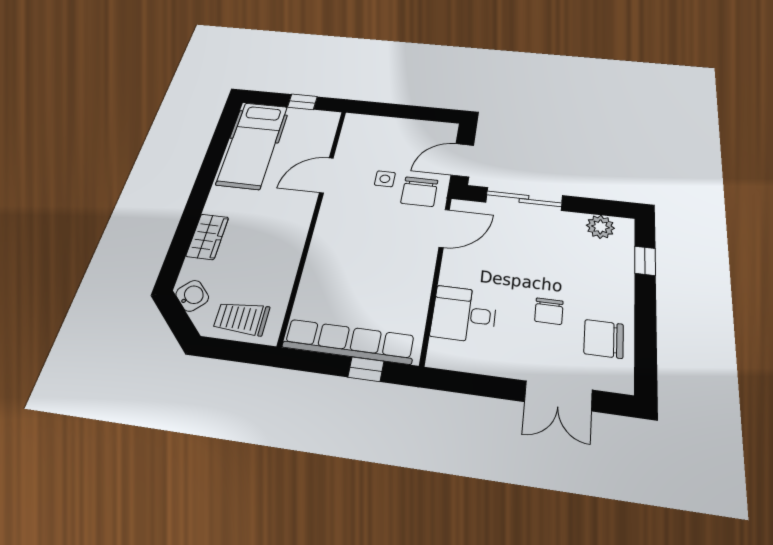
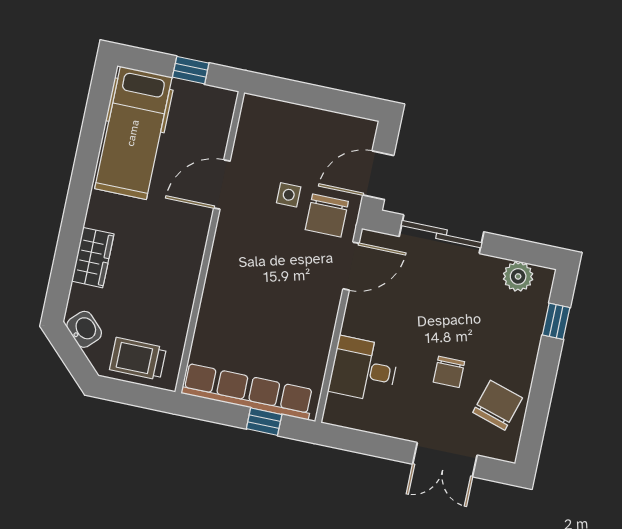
chair: (604, 339) -> (498, 405), turned 107

